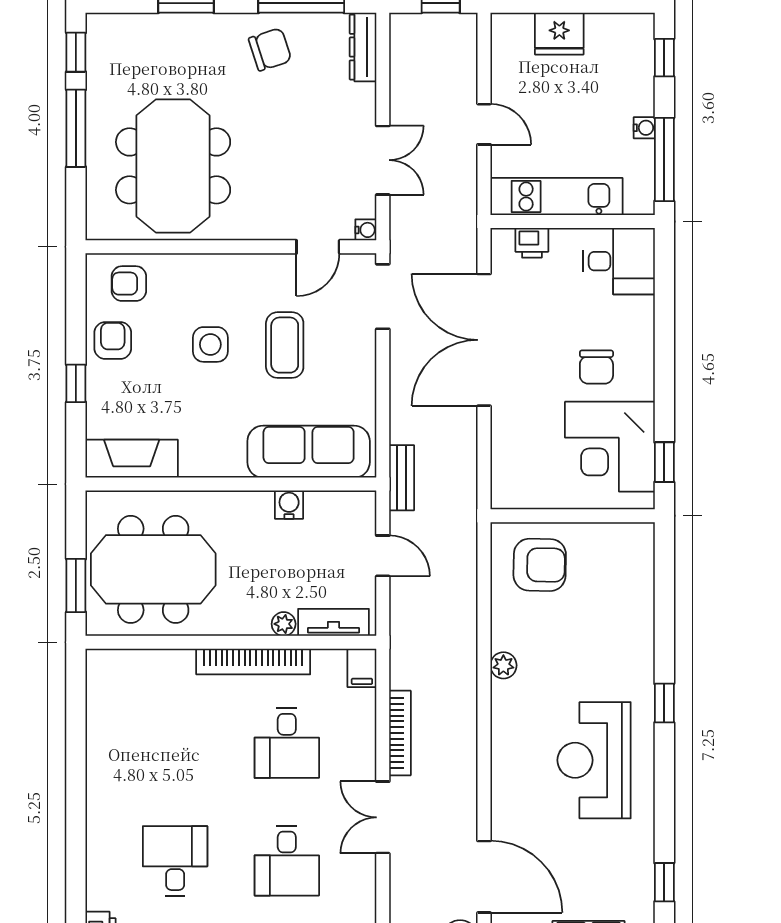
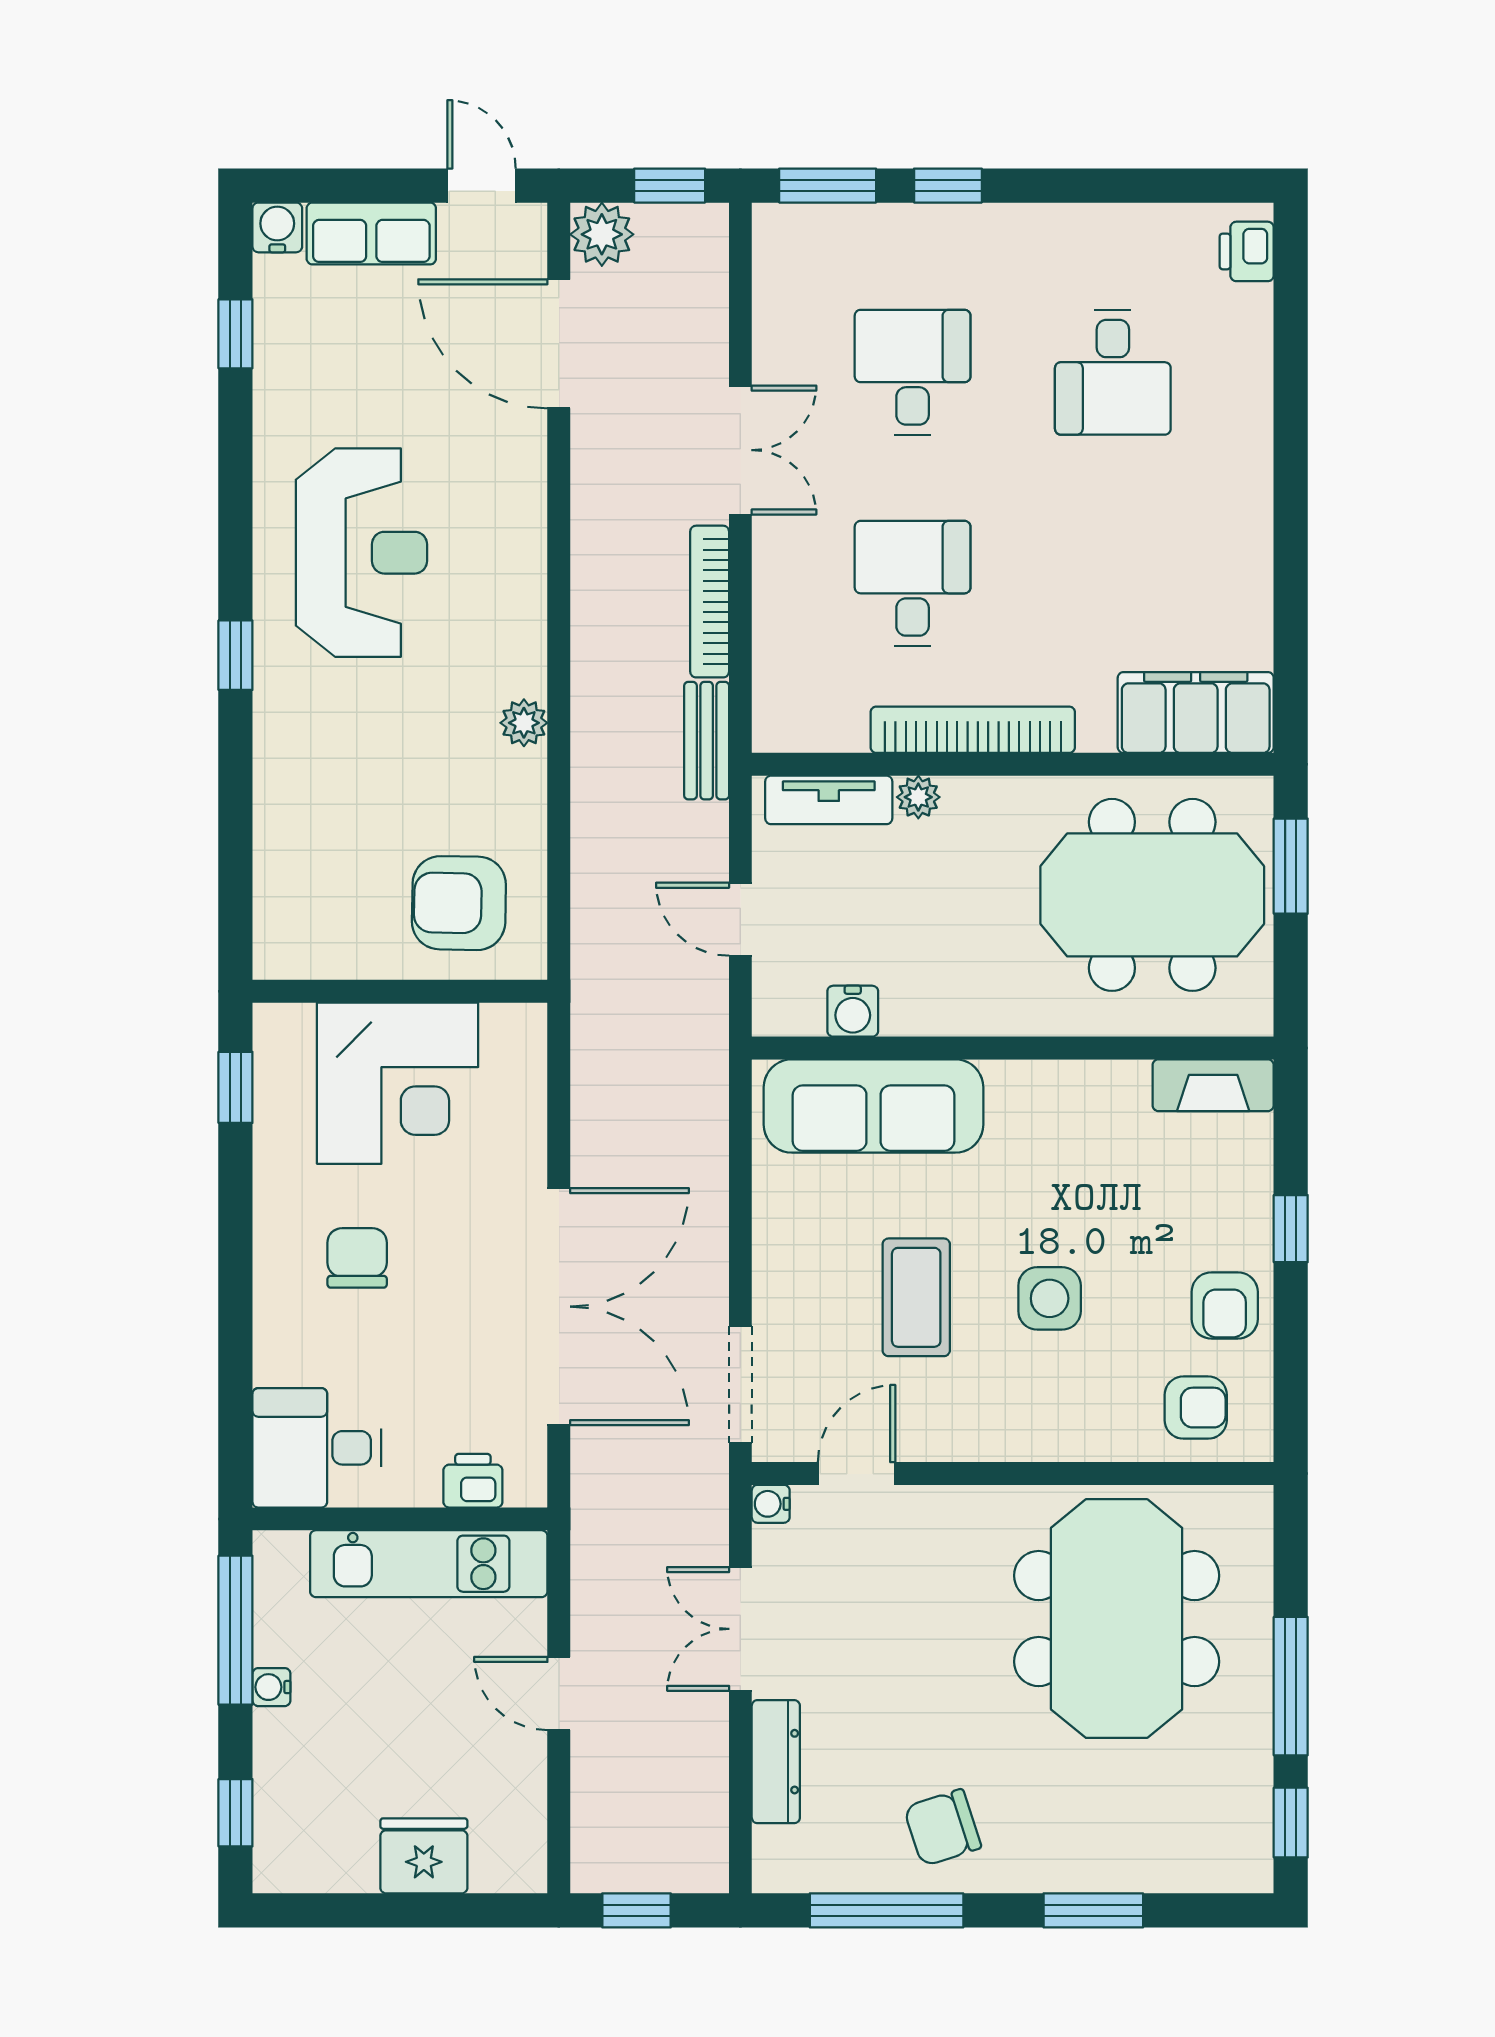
dresser: (363, 47) -> (776, 1762), moved
corner desk: (610, 447) -> (398, 1083), moved, turned 90
fireplace: (132, 459) -> (1213, 1085), width x0.73, depth x0.76
bench: (402, 478) -> (707, 741), moved
water cooler: (289, 505) -> (853, 1011), moved
filing cabinet: (362, 668) -> (1196, 712), moved, width x3.00, depth x1.17

